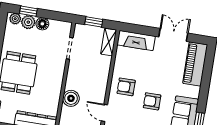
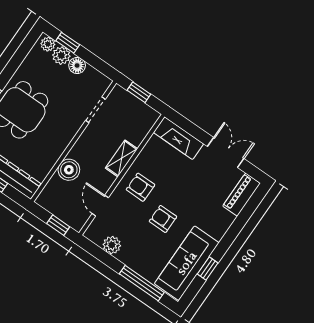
shelving: (109, 42) -> (121, 158), moved
piano: (195, 64) -> (242, 195), width x0.73, depth x0.75

